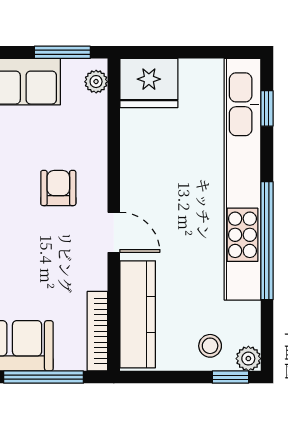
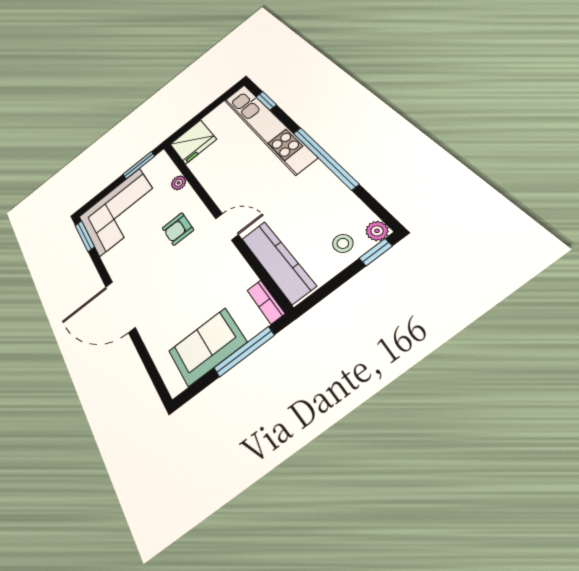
plant: (96, 82) -> (179, 183), moved
kitchen unit: (242, 179) -> (268, 127), width x0.73
armchair: (58, 188) -> (178, 229), turned -90
bookcase: (97, 331) -> (266, 302), width x0.64

